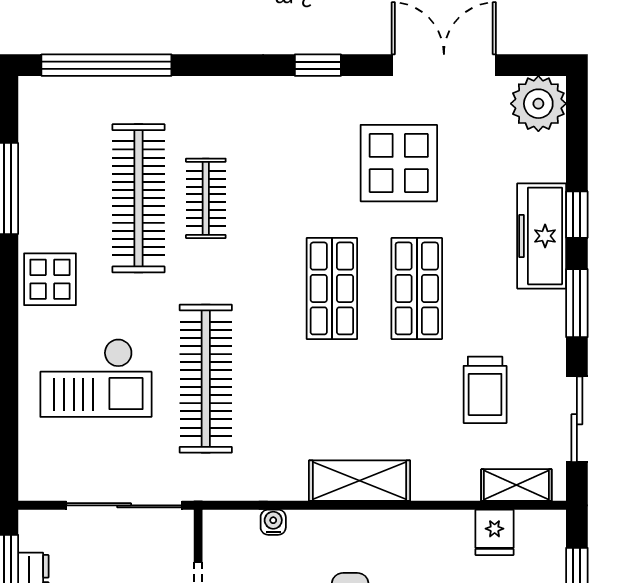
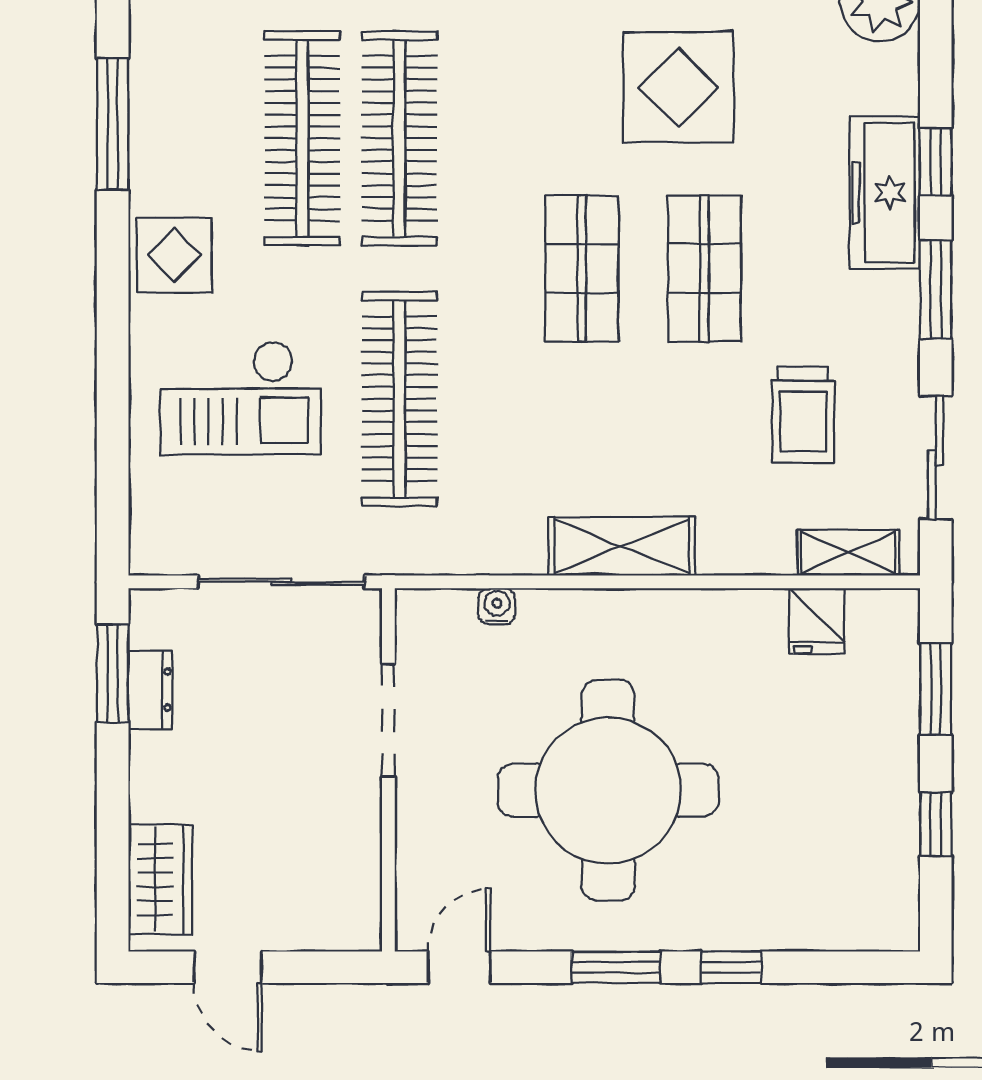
clothes rail: (206, 198) -> (399, 138), width x1.86, depth x1.31

